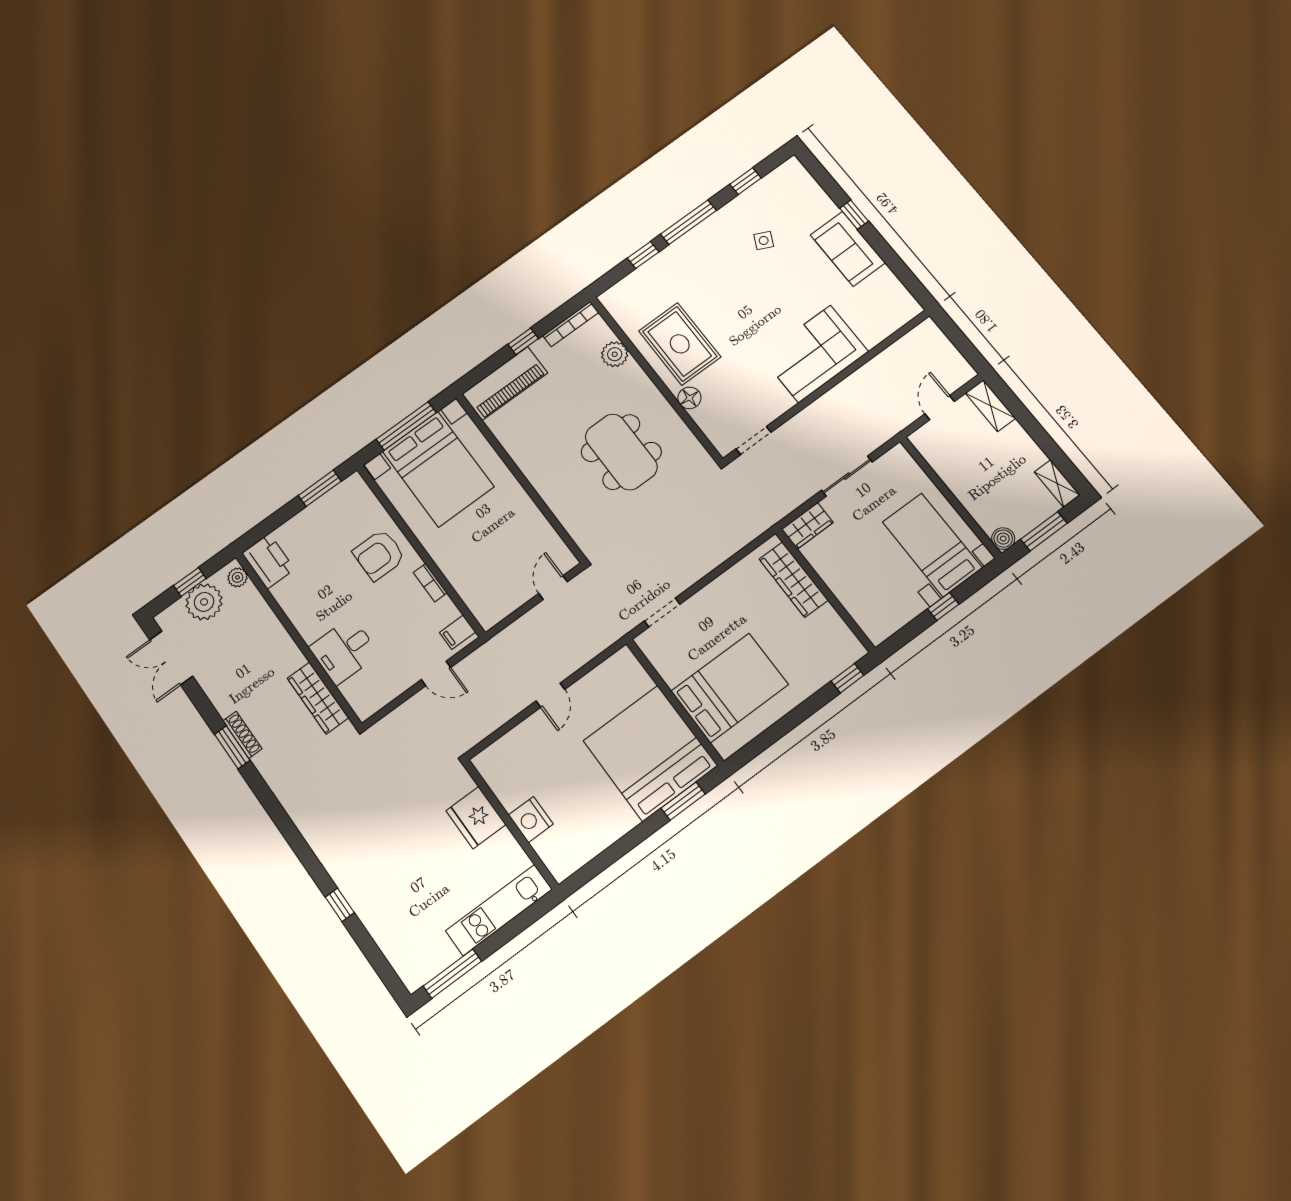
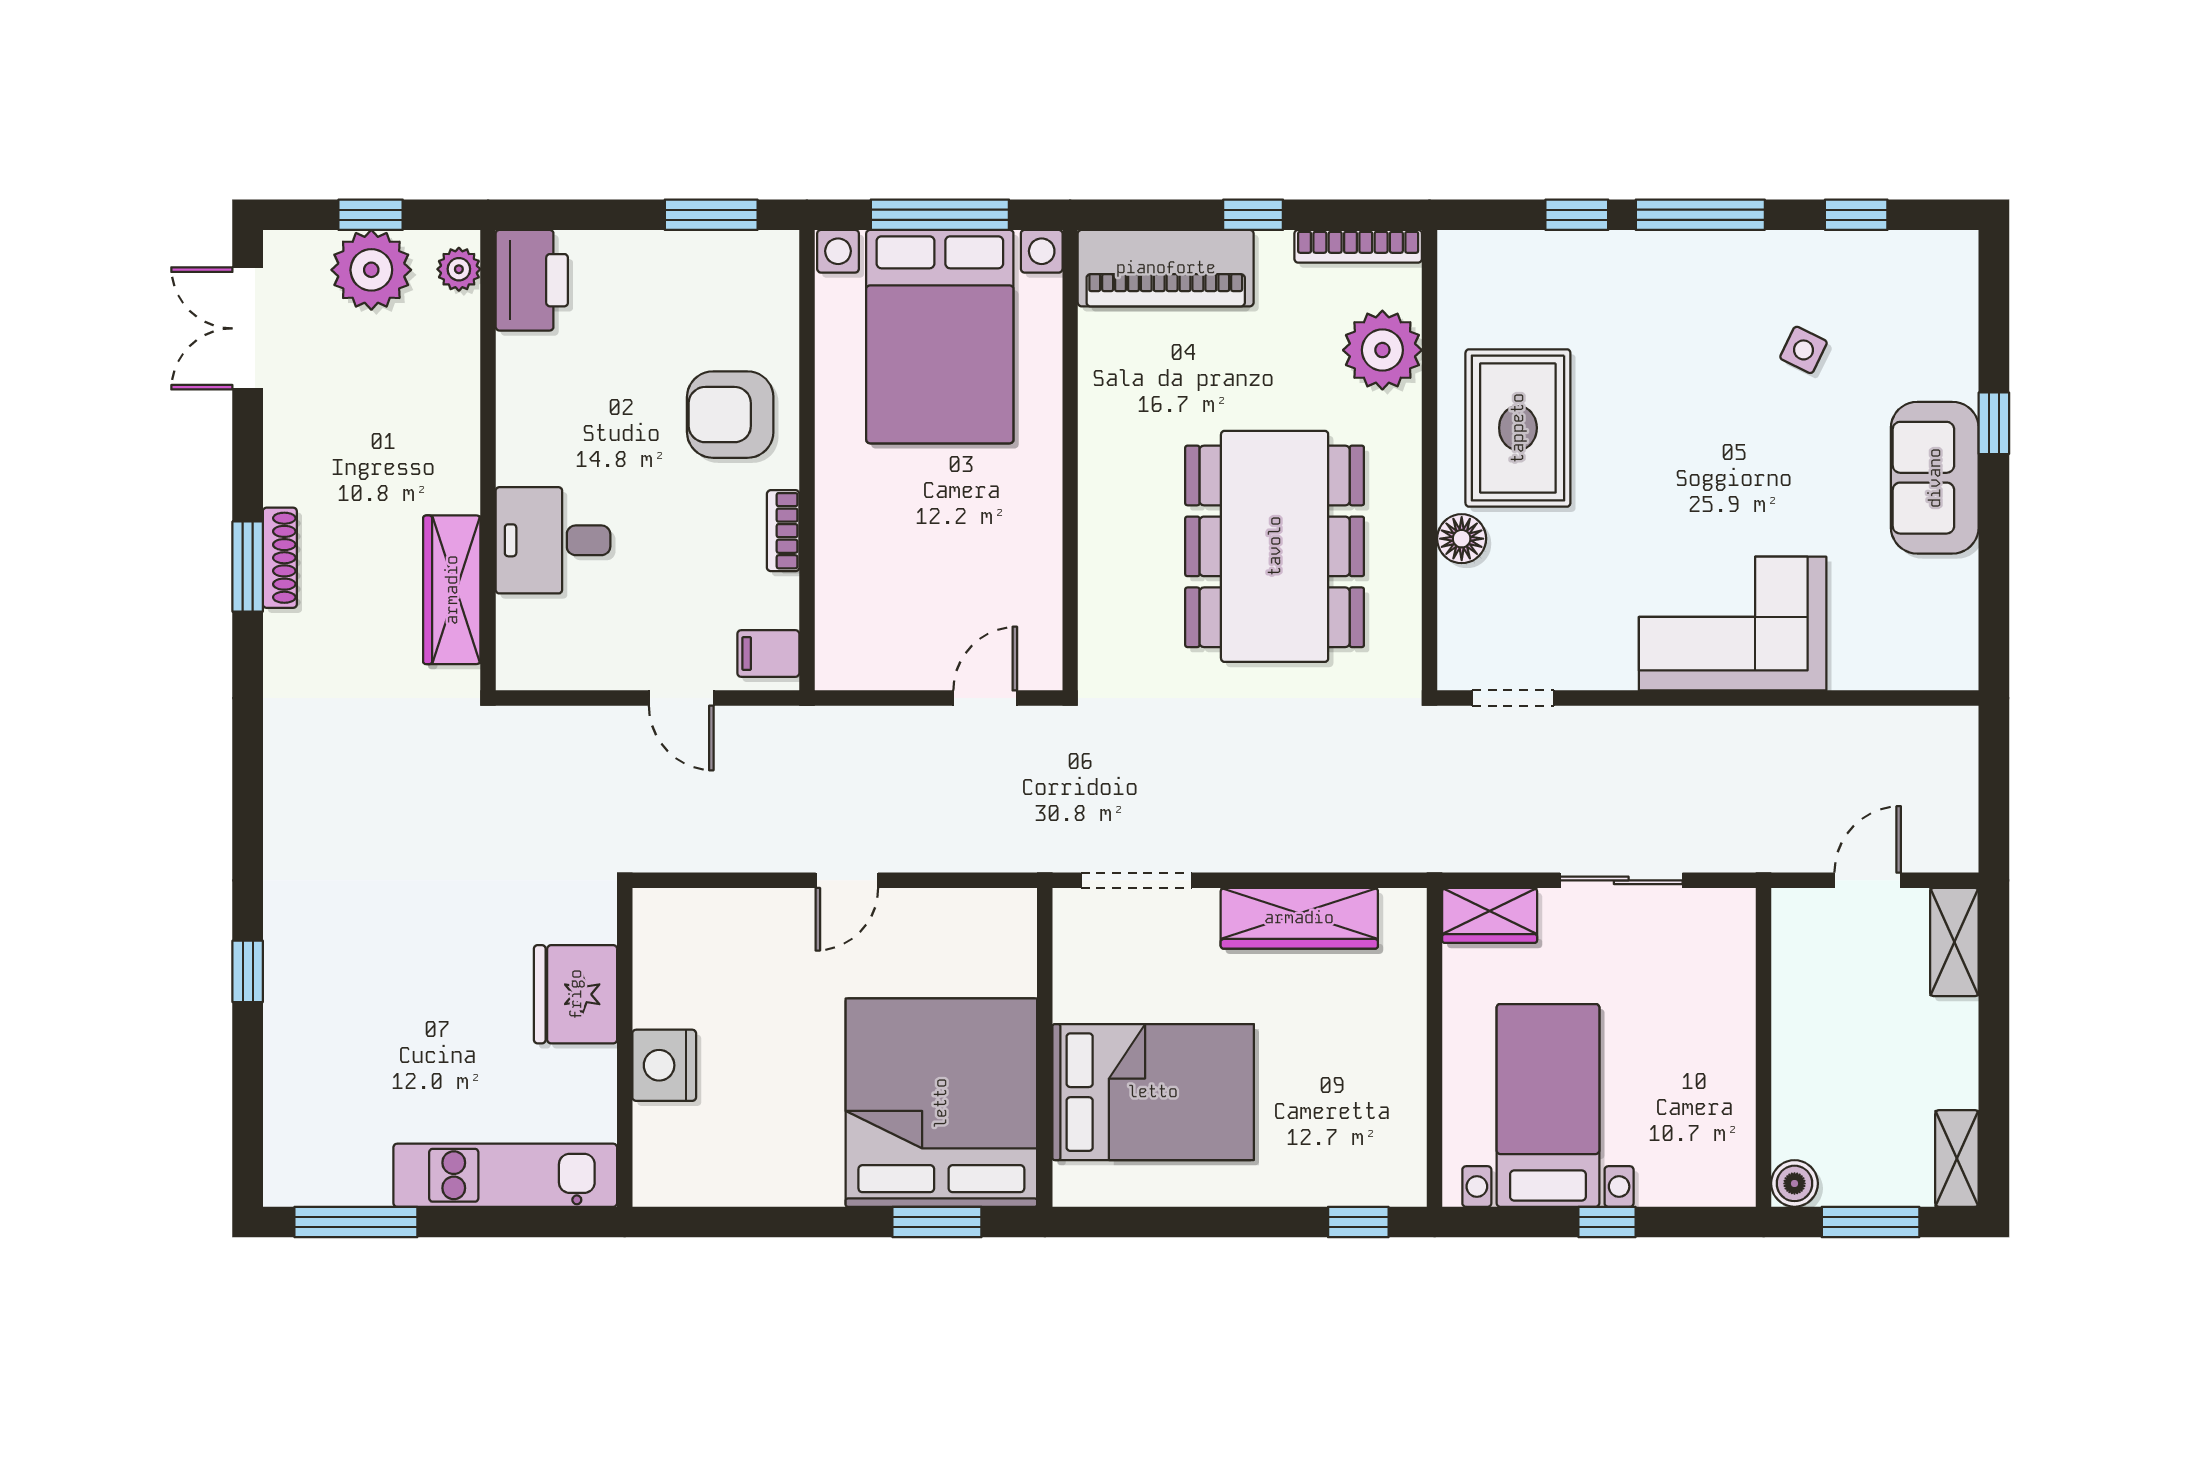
plant: (615, 354) -> (1382, 350), width x1.36, depth x1.36
dining table: (621, 452) -> (1275, 546), width x1.36, depth x1.24
bed with nightstands: (932, 545) -> (1548, 1105), moved
wardrobe: (794, 580) -> (1299, 918), moved, turned -90
doorway: (662, 613) -> (1136, 880), width x1.38

